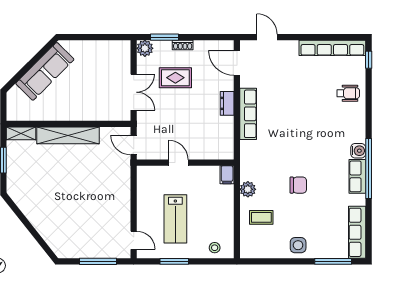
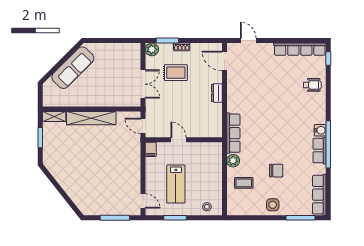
row of seats: (248, 114) -> (233, 133), moved
filing cabinet: (227, 175) -> (151, 149), moved
chair: (298, 185) -> (276, 171), moved

